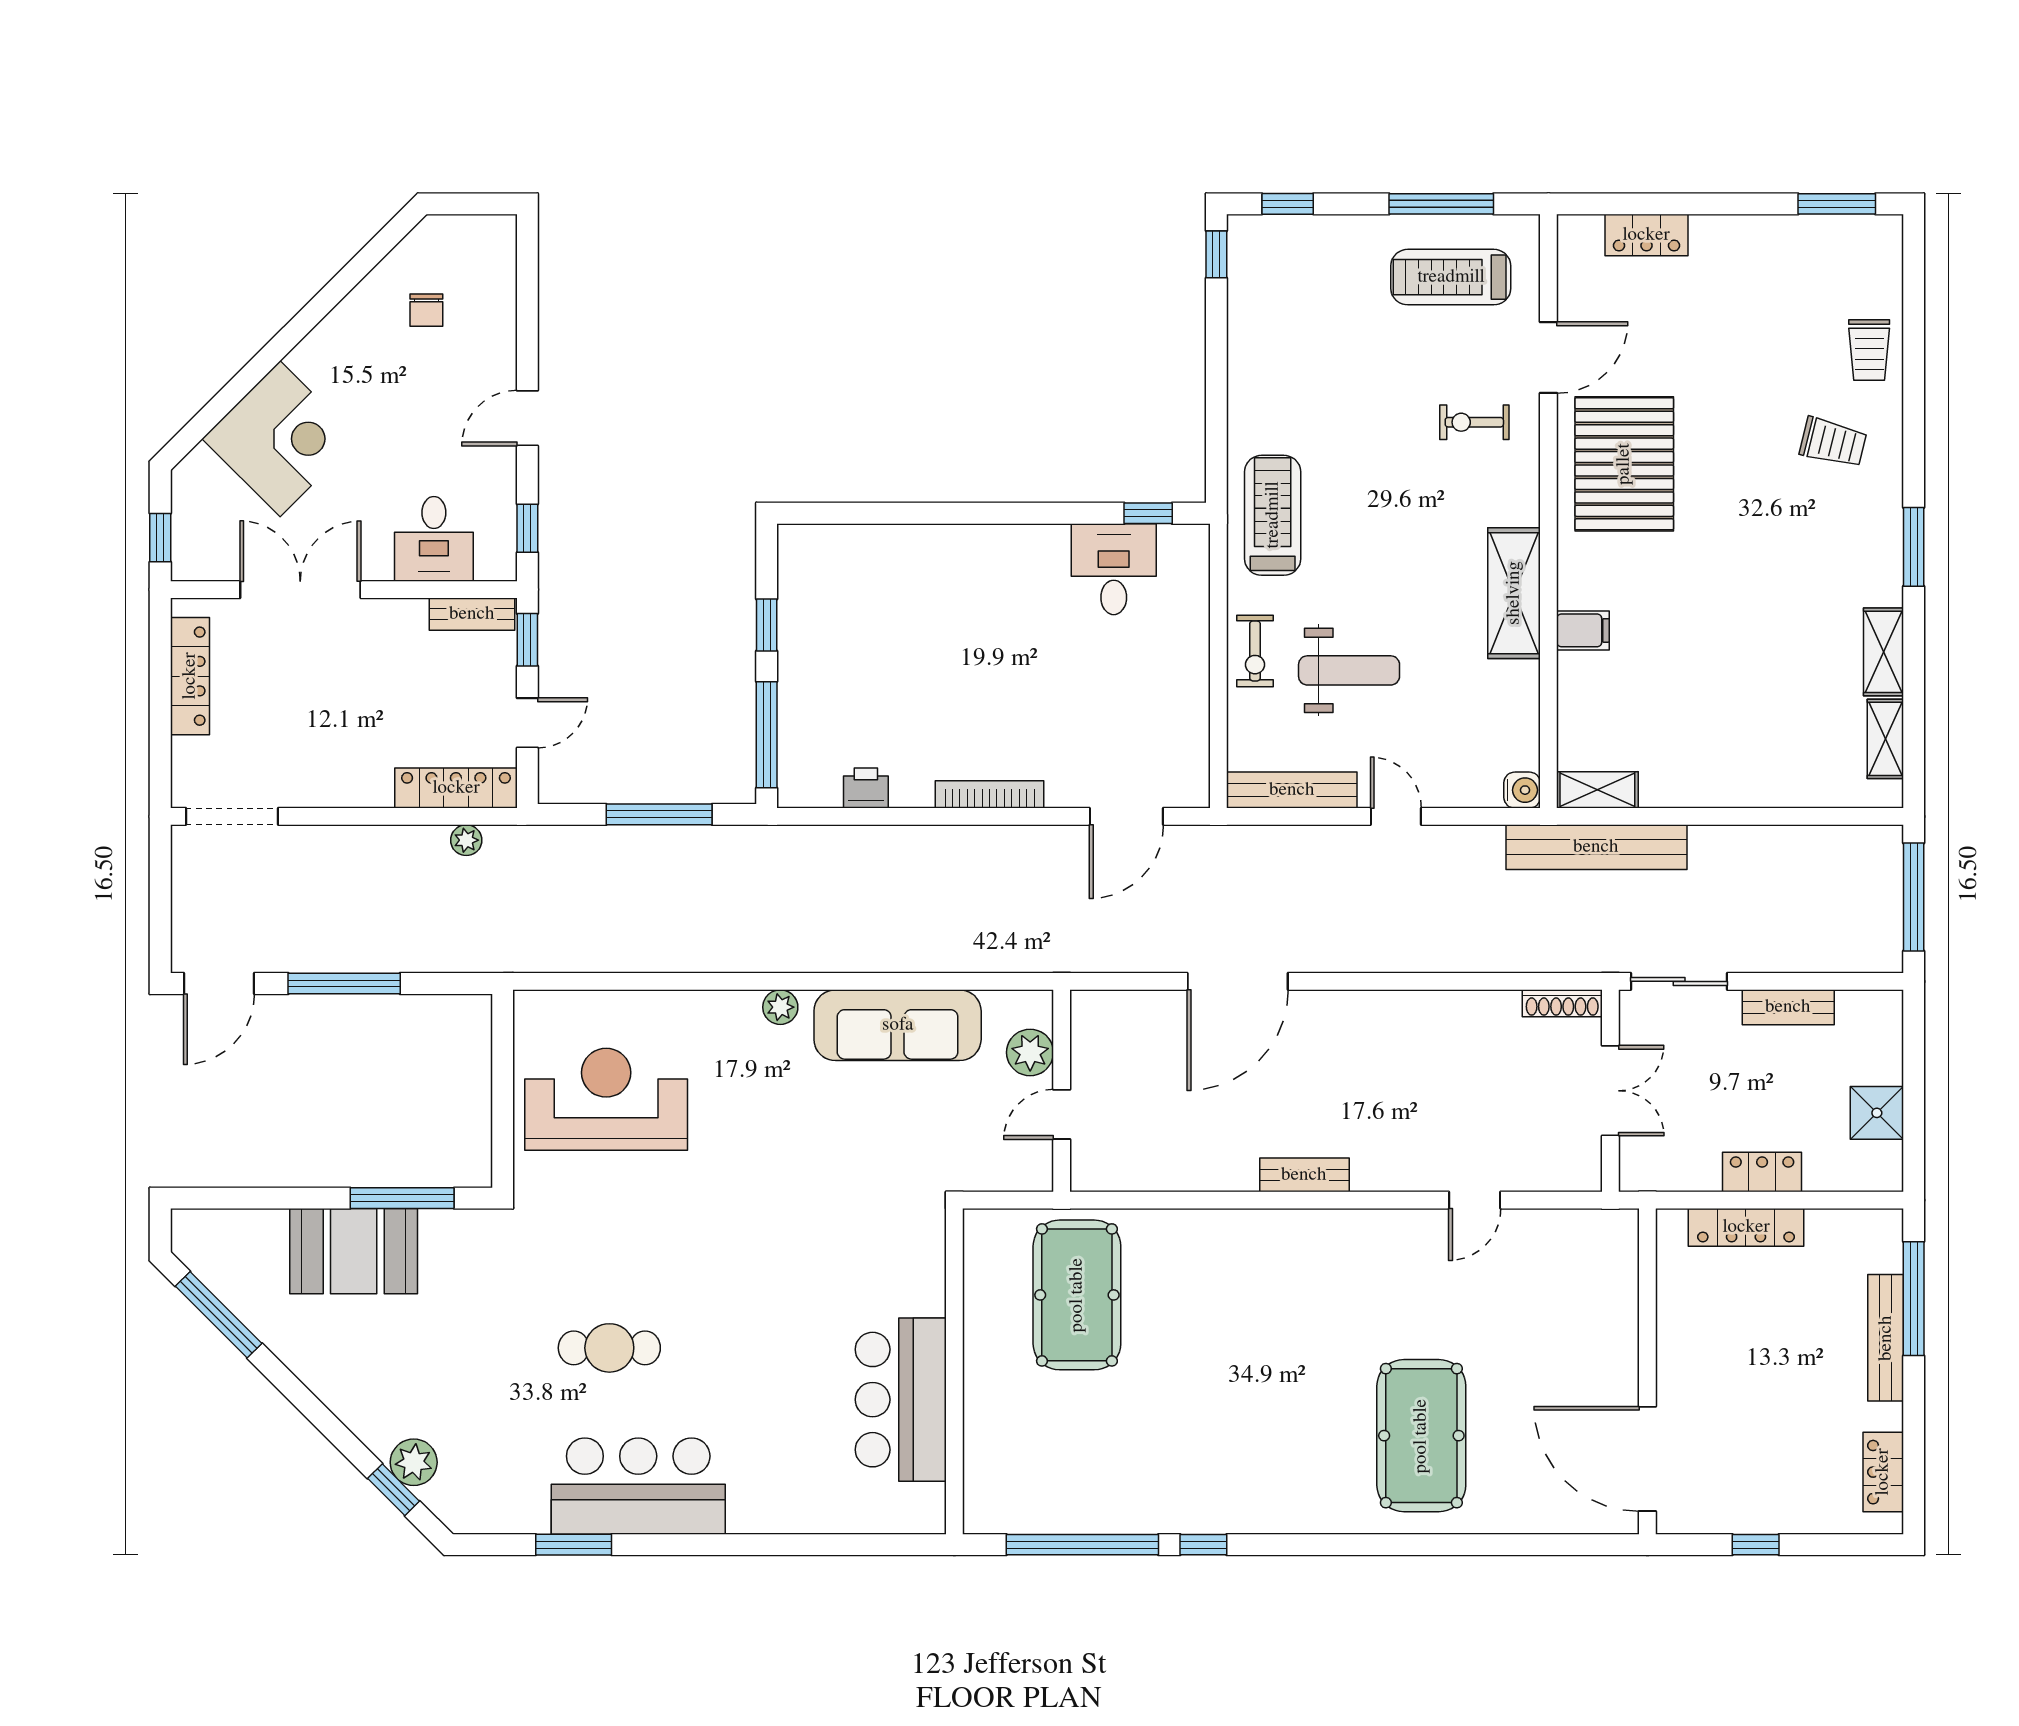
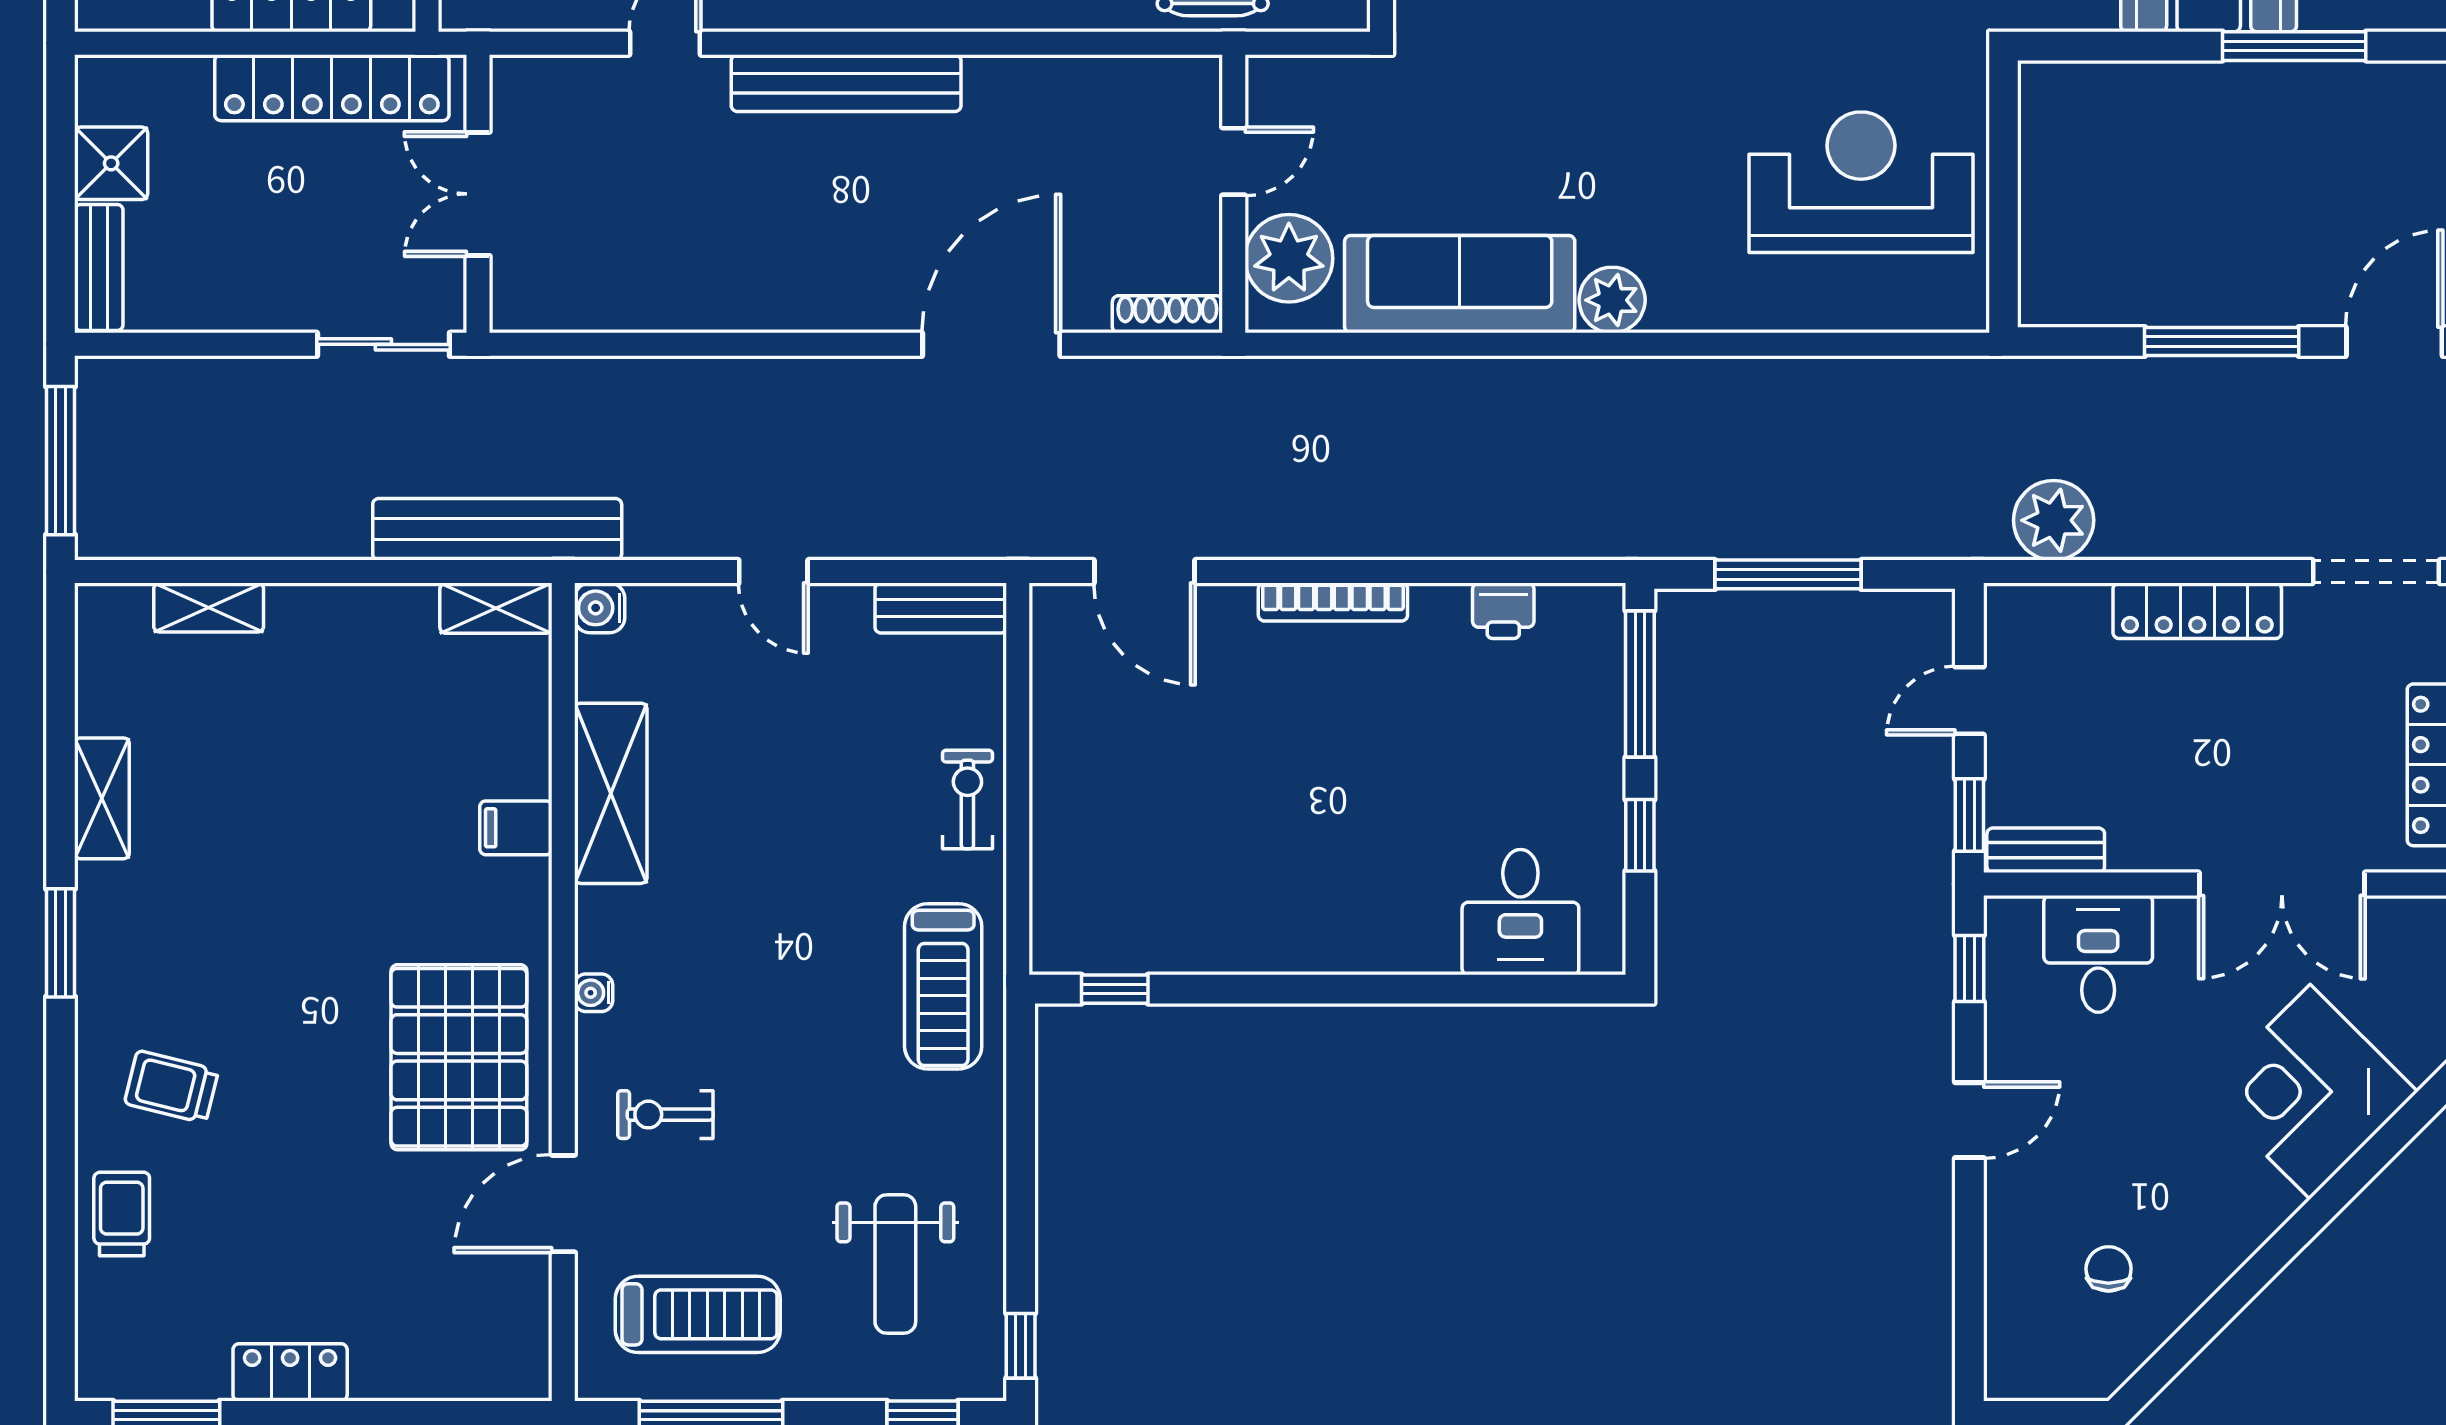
locker: (1646, 235) -> (290, 1372), moved
exercise bike: (1474, 422) -> (665, 1115), turned 180
water cooler: (1526, 511) -> (594, 993), added
desk: (1114, 569) -> (1520, 912), moved
shelving: (1514, 593) -> (611, 793), moved
weight bench: (1349, 670) -> (895, 1264), moved, turned -90
shelving: (1885, 739) -> (209, 608), moved, turned 90
locker: (456, 788) -> (2197, 611), moved
bench: (1292, 790) -> (941, 608), width x0.73
door: (1126, 816) -> (1145, 572), swing flipped
plant: (466, 840) -> (2054, 520), width x1.87, depth x1.87
shoe rack: (1562, 1003) -> (1167, 314), moved
plant: (780, 1007) -> (1612, 300), width x1.38, depth x1.38
bench: (1788, 1007) -> (99, 267), moved, turned 90
plant: (1030, 1052) -> (1289, 258), width x1.36, depth x1.36
reception desk: (606, 1099) -> (1861, 182), turned 180
locker: (1762, 1172) -> (332, 88), width x2.16, depth x1.21
bench: (1304, 1175) -> (846, 83), width x1.86, depth x1.21
window: (402, 1198) -> (2294, 46), moved

